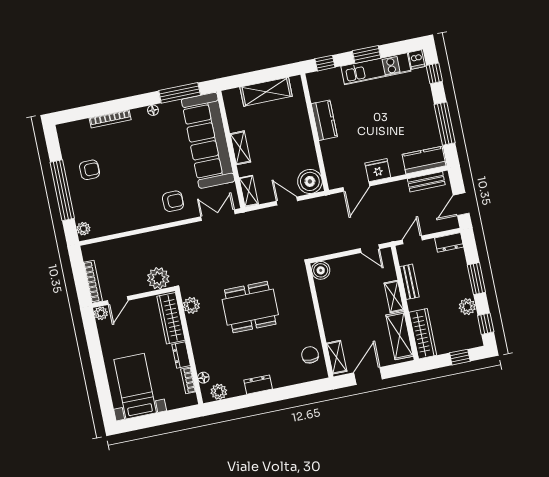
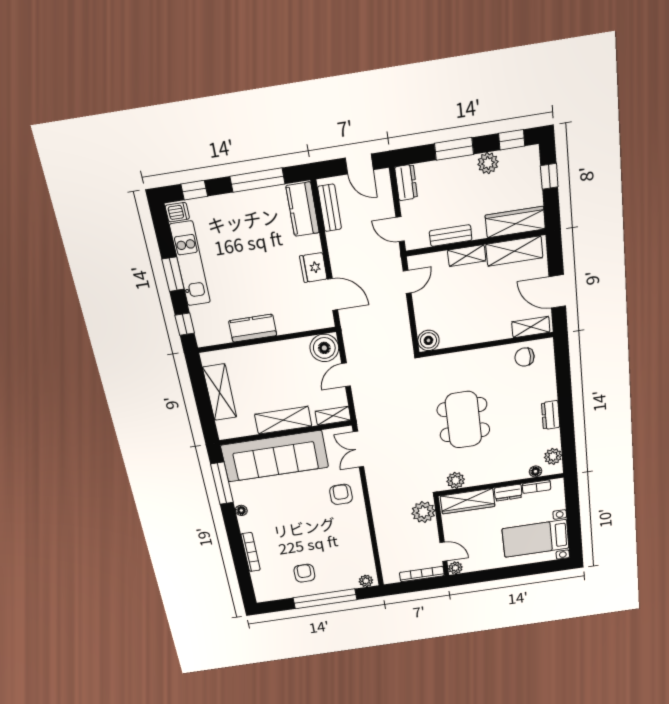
shelving: (240, 148) -> (283, 420), width x1.50, depth x1.33

